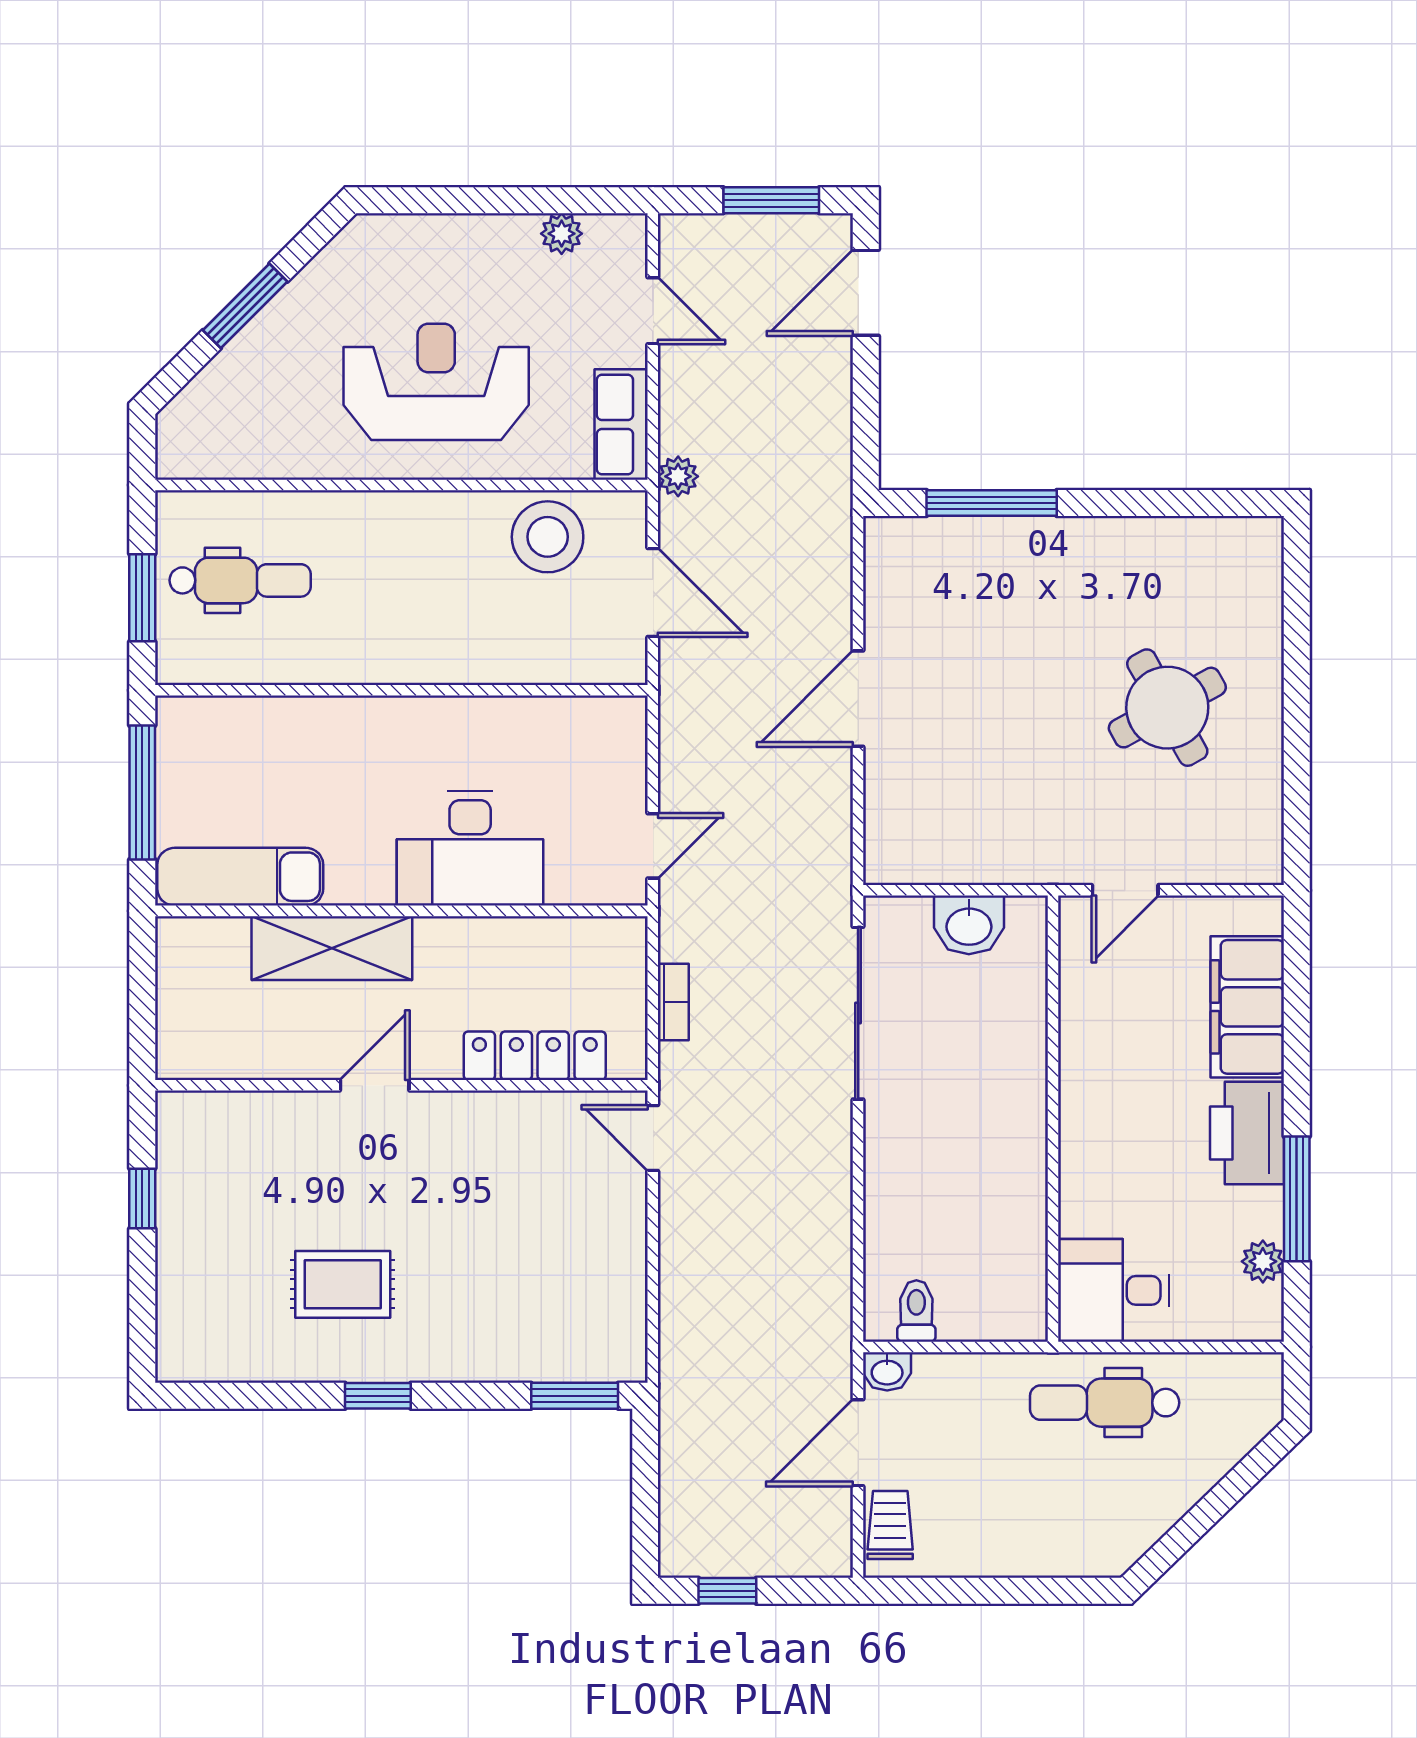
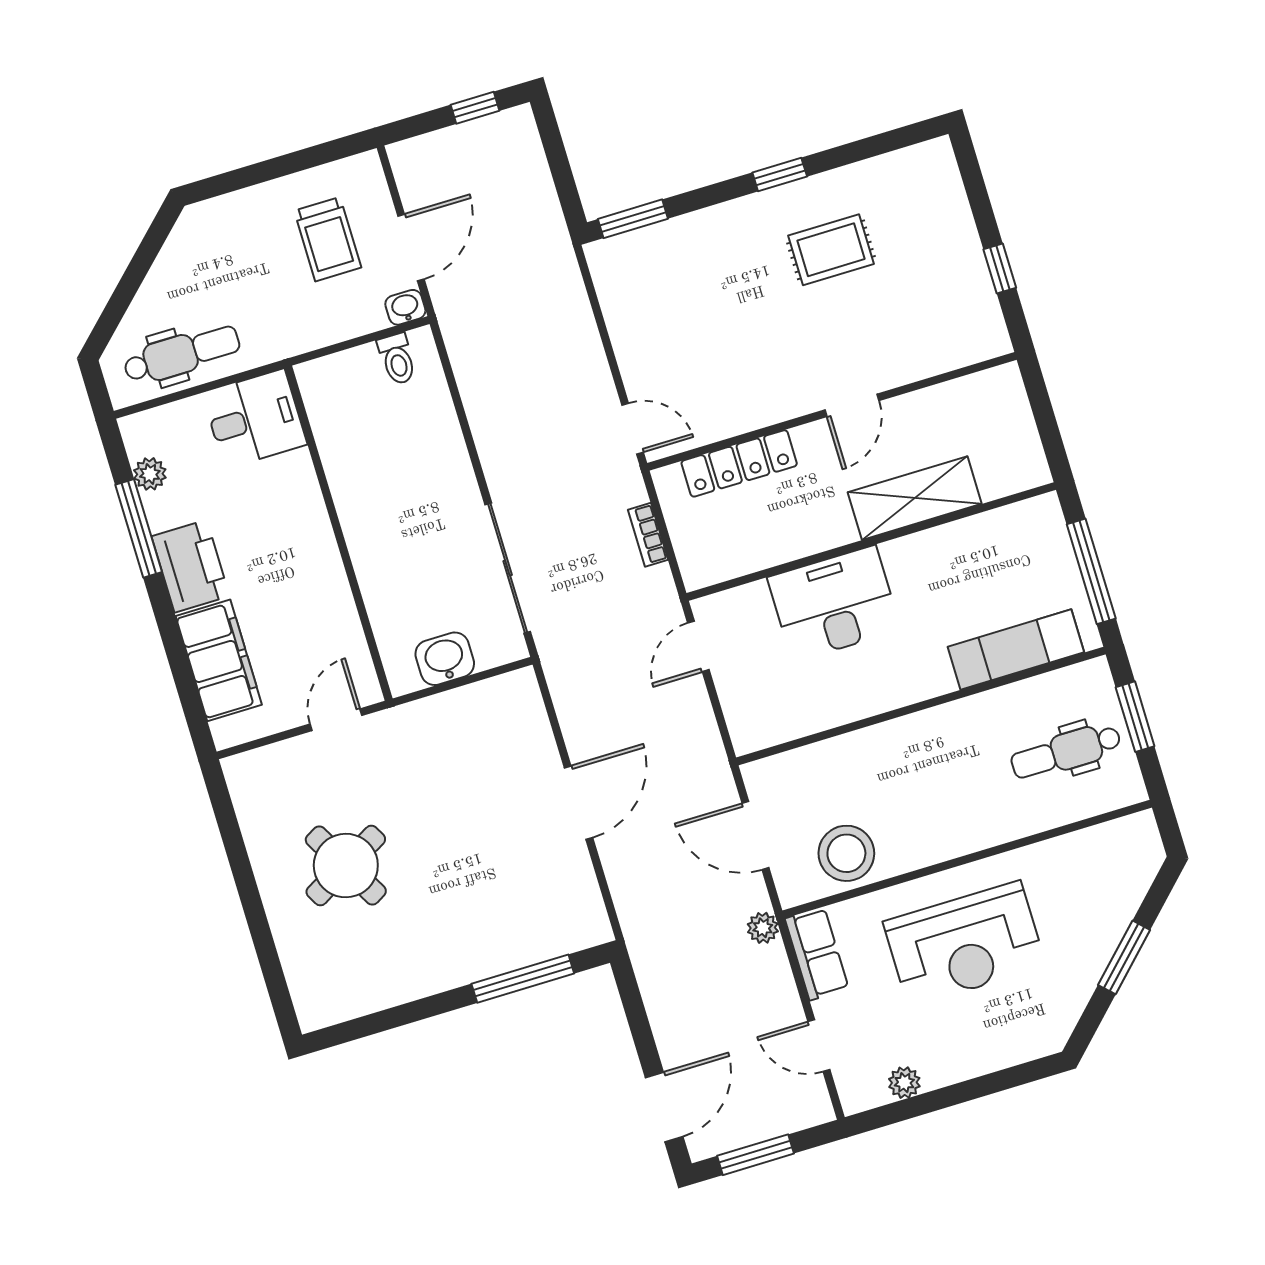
exam couch: (240, 877) -> (1016, 650), moved, turned 180
dental chair: (1105, 1403) -> (182, 354), moved
trolley: (890, 1525) -> (328, 239), moved, width x1.36, depth x1.39

